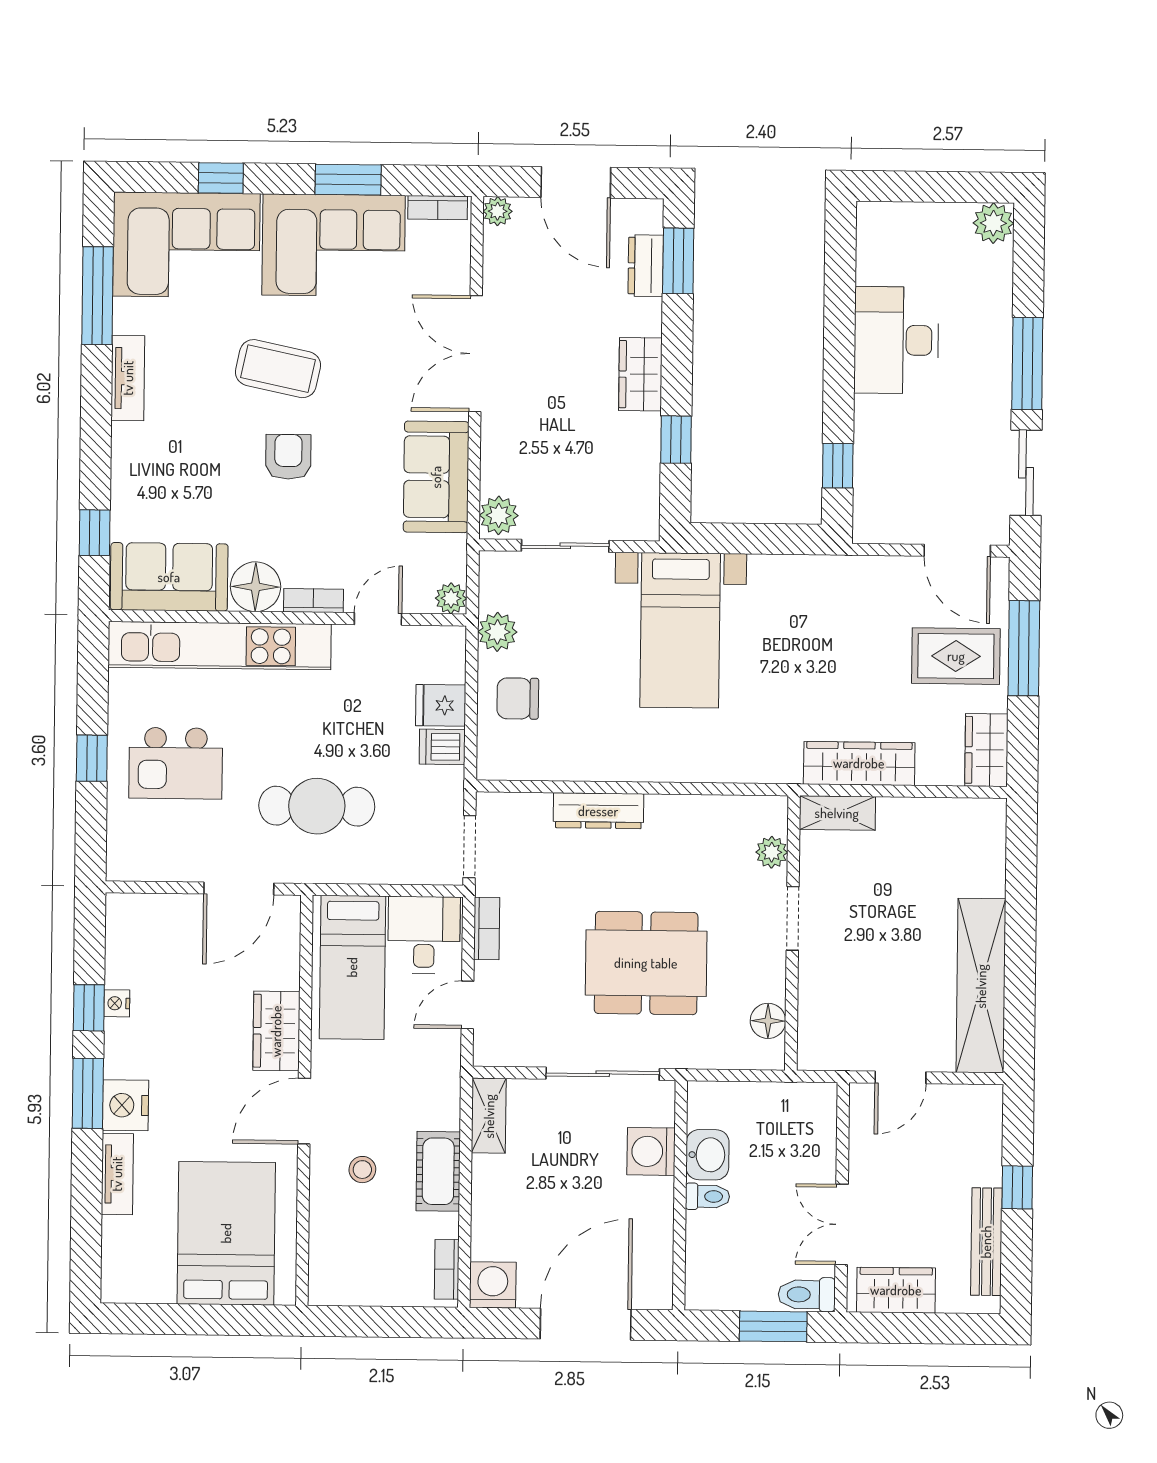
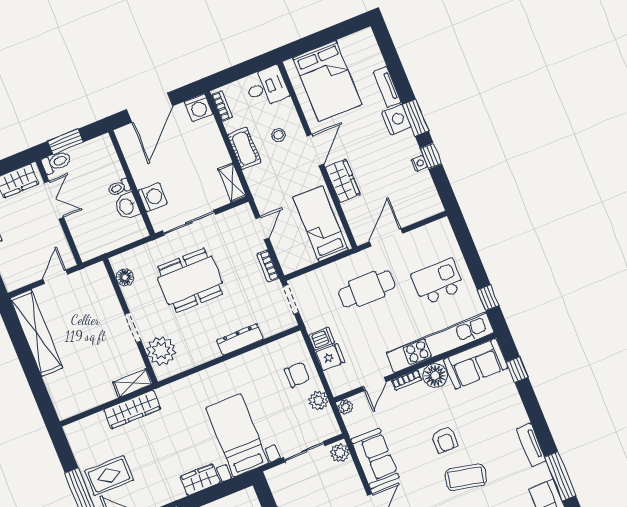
wardrobe: (986, 750) -> (200, 480), moved, turned -90
window: (92, 758) -> (488, 298), moved
plant: (772, 852) -> (161, 351), width x1.88, depth x1.88
desk: (424, 935) -> (267, 87), moved, turned -90

